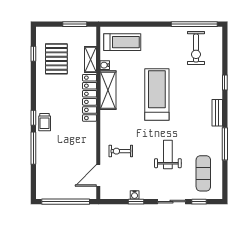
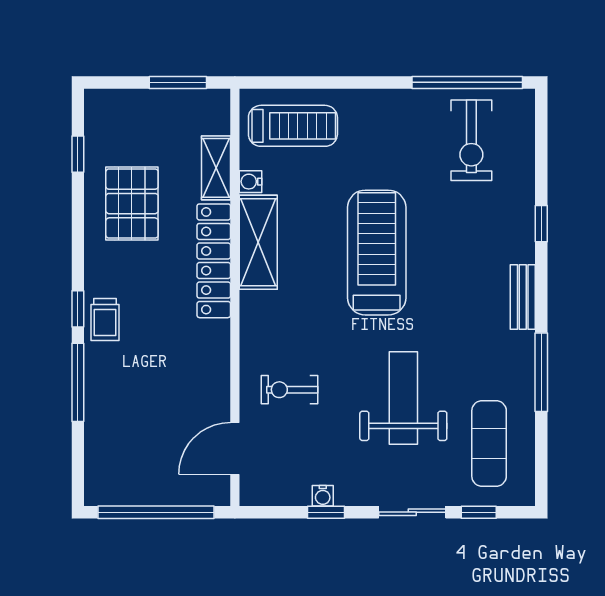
pallet: (56, 59) -> (132, 204), moved
weight bench: (168, 155) -> (403, 398), width x1.36, depth x1.33

